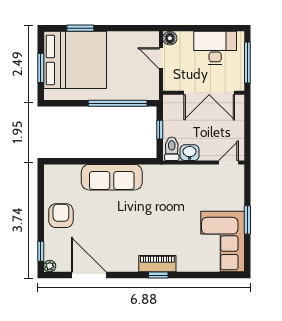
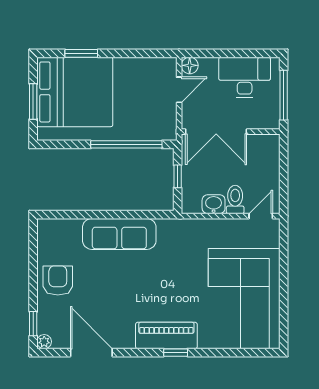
door: (161, 58) -> (179, 90), swing flipped
double door: (209, 93) -> (216, 132), moved
toilet: (172, 149) -> (235, 199), moved
window: (247, 220) -> (284, 286), removed
corner sofa: (223, 242) -> (244, 299), width x1.36, depth x1.36
piano: (157, 264) -> (166, 335), width x1.37, depth x1.33

